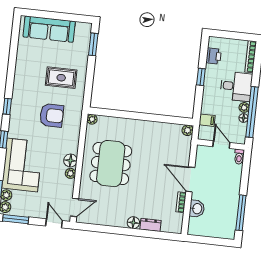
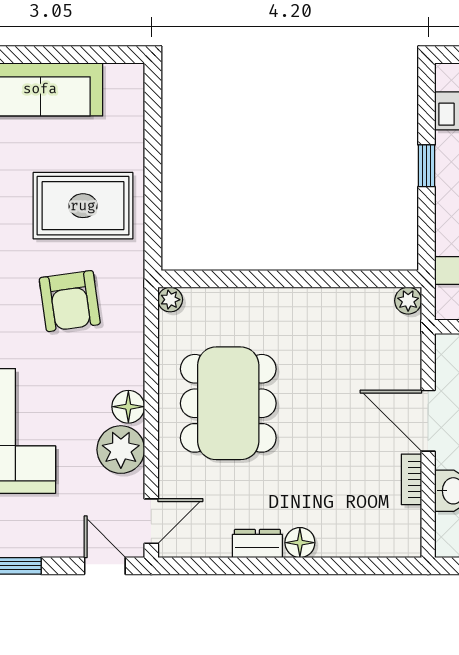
window: (93, 44) -> (153, 115), removed
rug: (61, 78) -> (83, 206), width x1.36, depth x1.43
armchair: (52, 115) -> (70, 301), turned 82
plant: (70, 173) -> (121, 450), width x1.88, depth x1.88
dresser: (150, 225) -> (257, 543), moved

